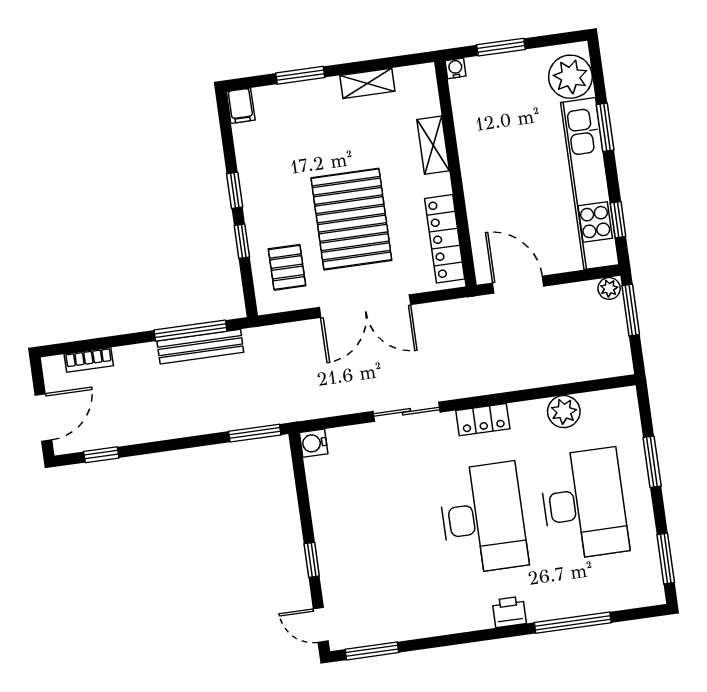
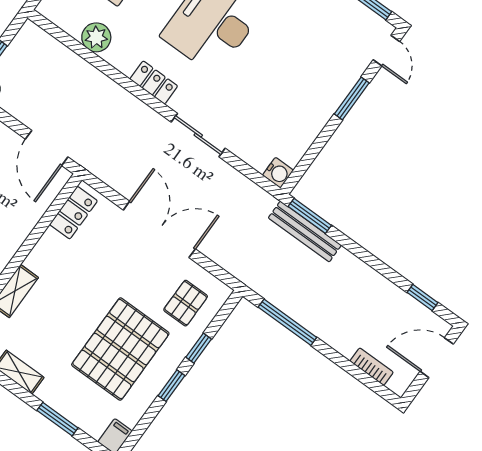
pallet: (351, 219) -> (120, 349), moved
locker: (445, 239) -> (74, 213), width x0.66
bench: (200, 347) -> (305, 231), moved
window: (312, 560) -> (352, 98), width x1.50

